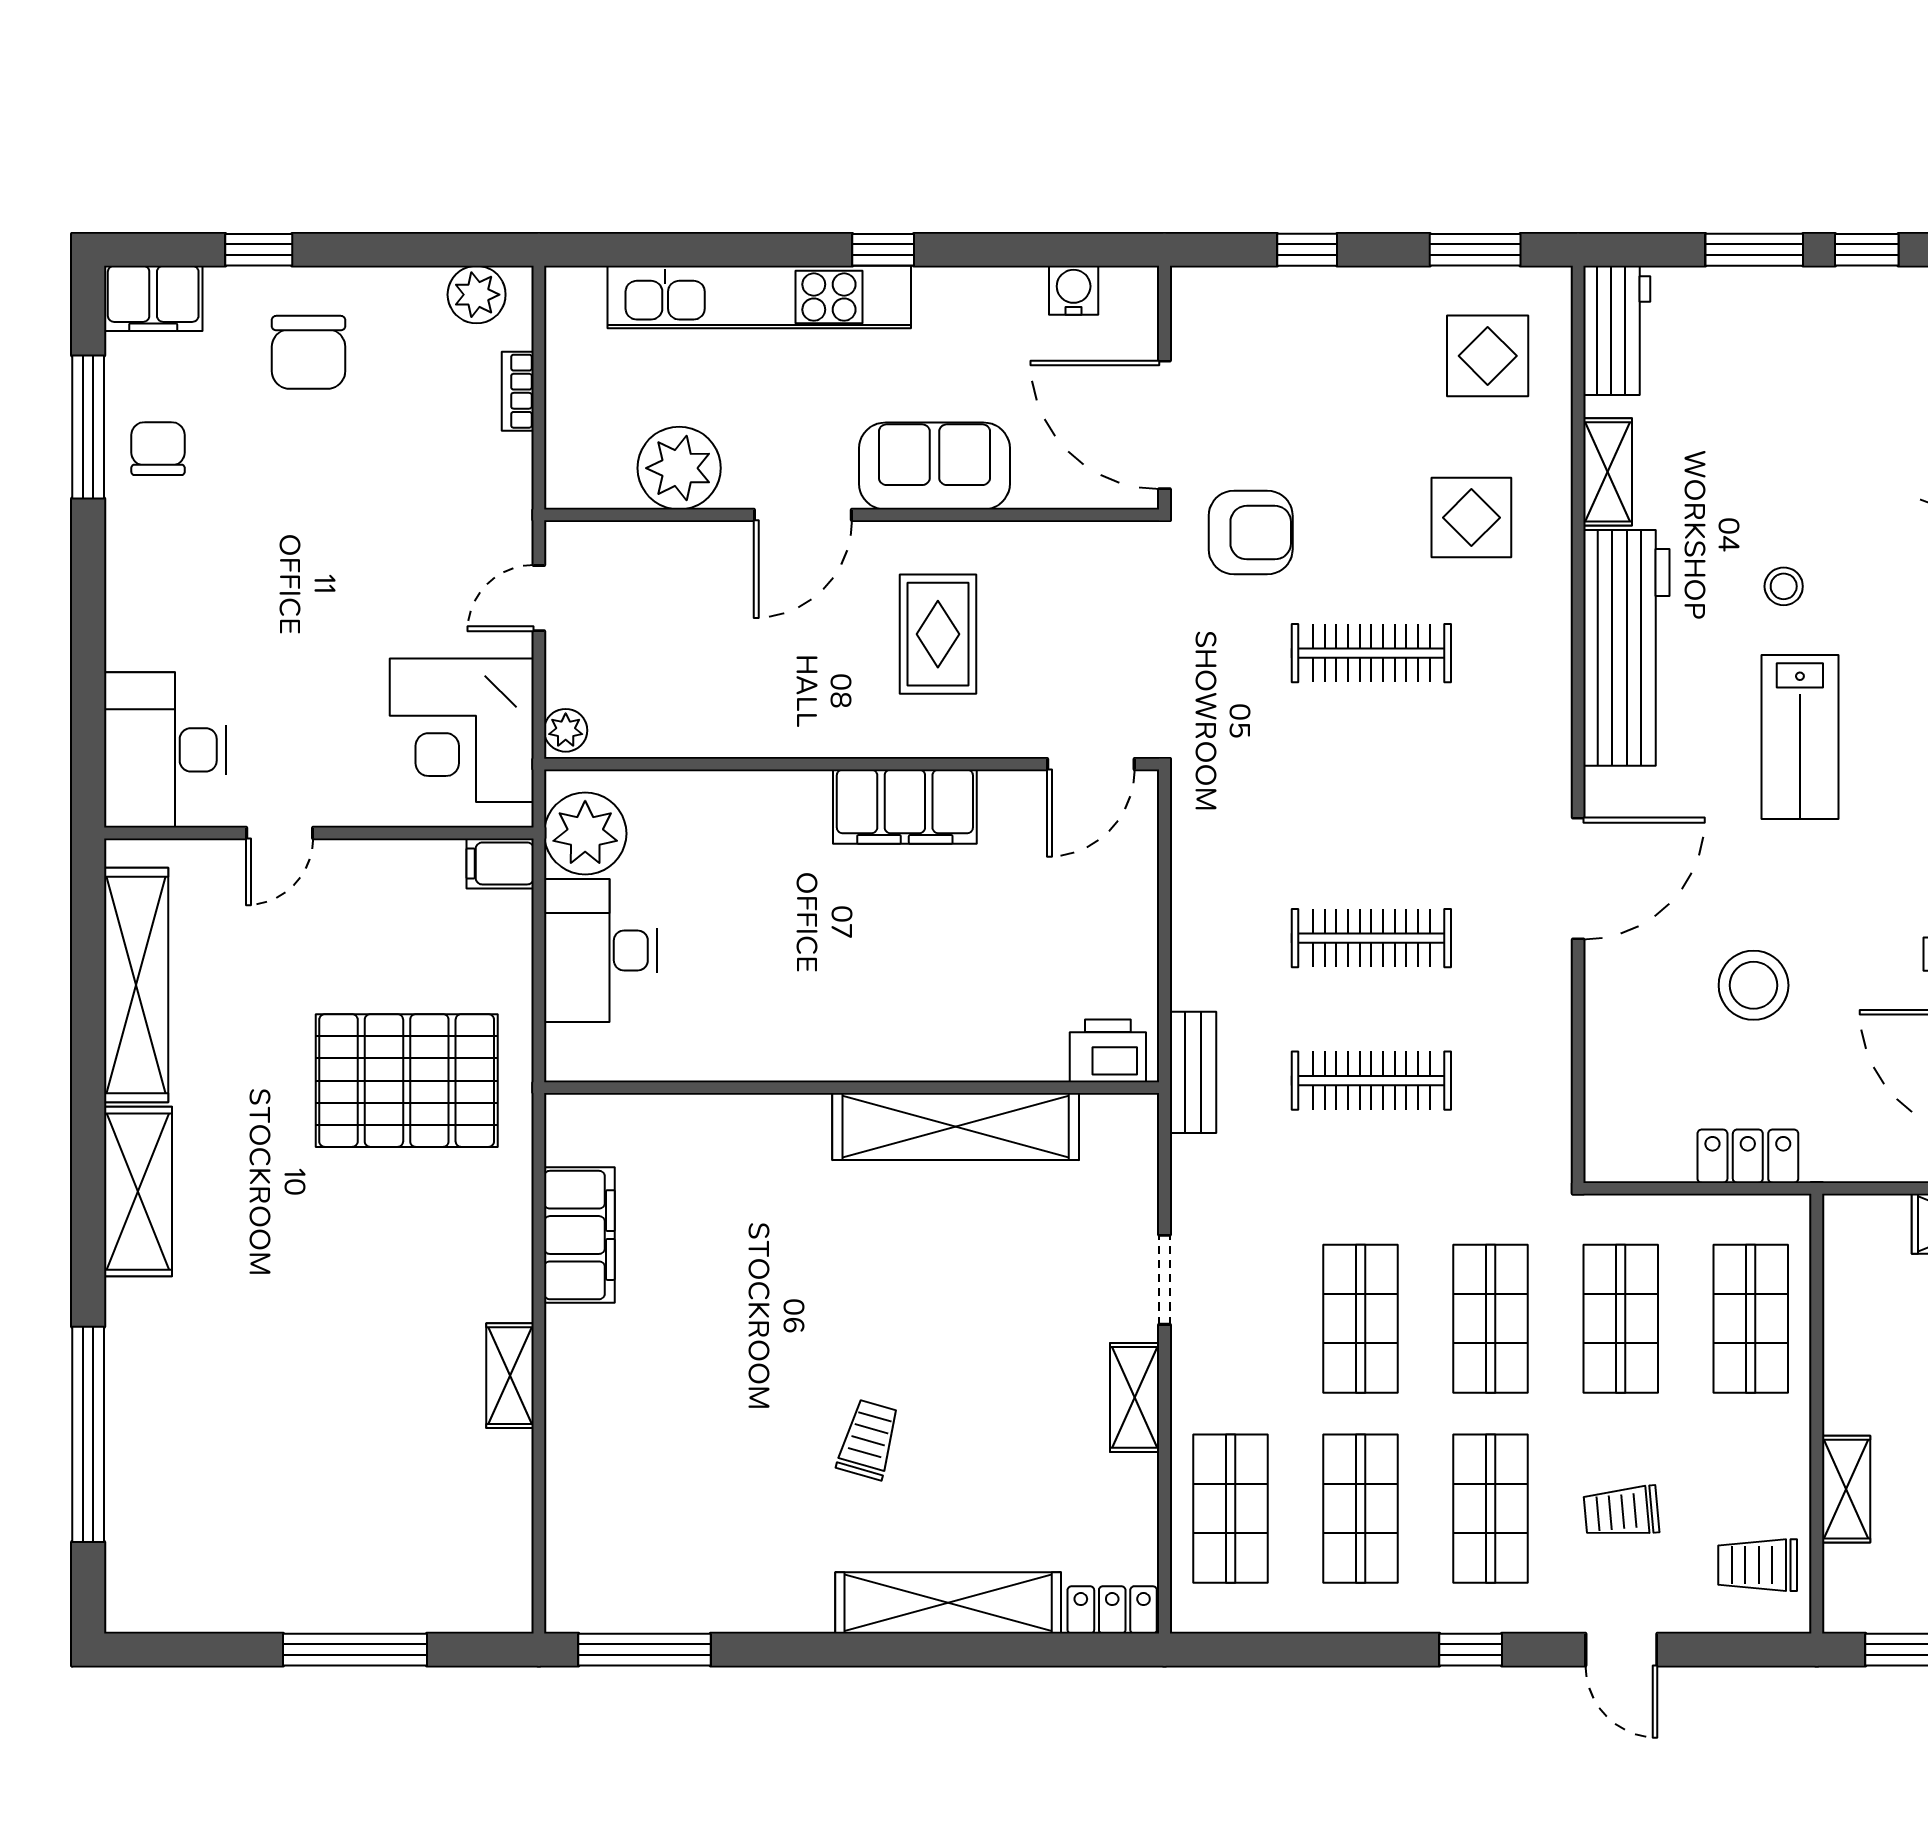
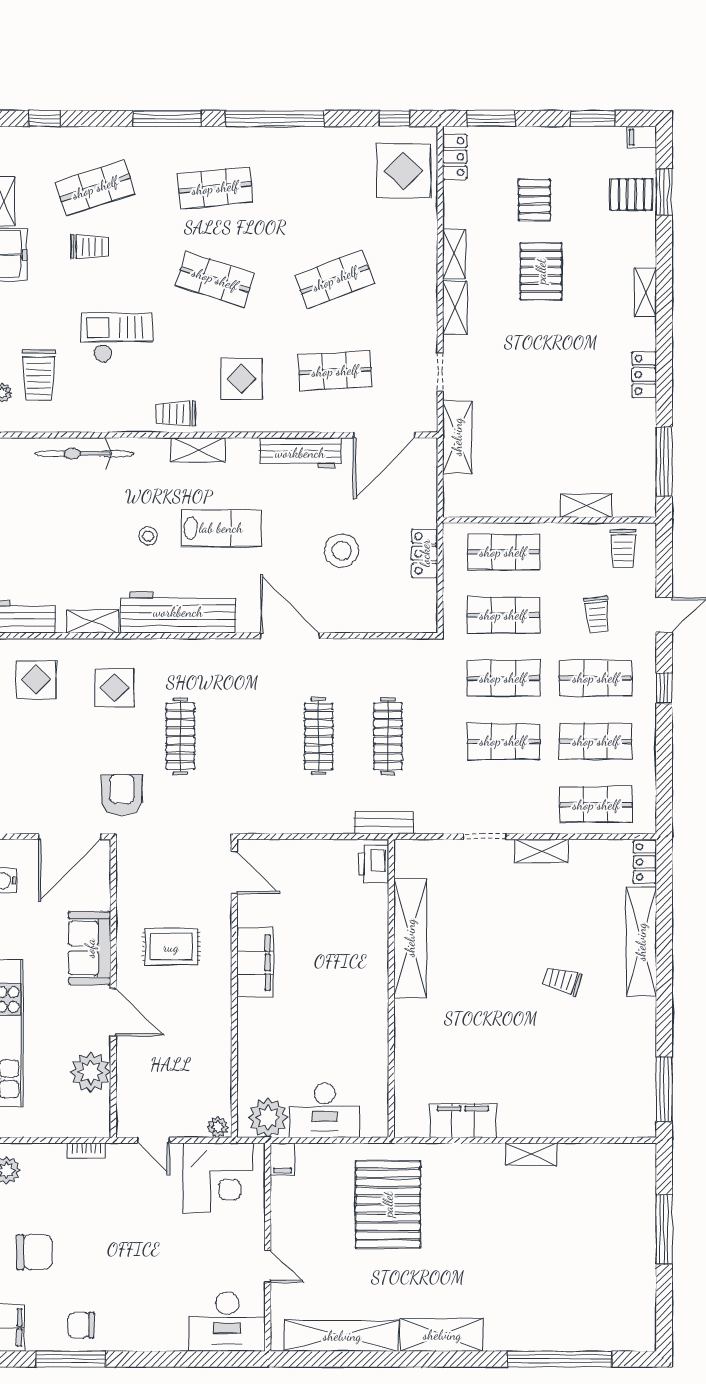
bookcase: (518, 391) -> (86, 1151), moved

